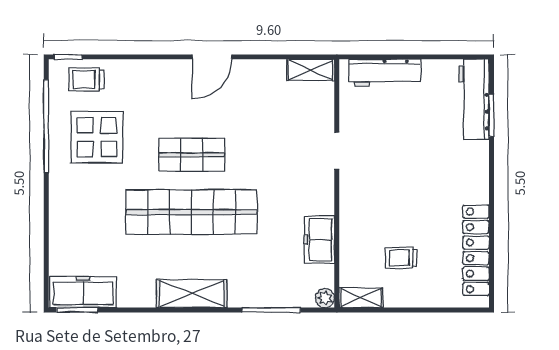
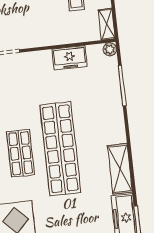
shelving: (192, 294) -> (120, 169), moved

